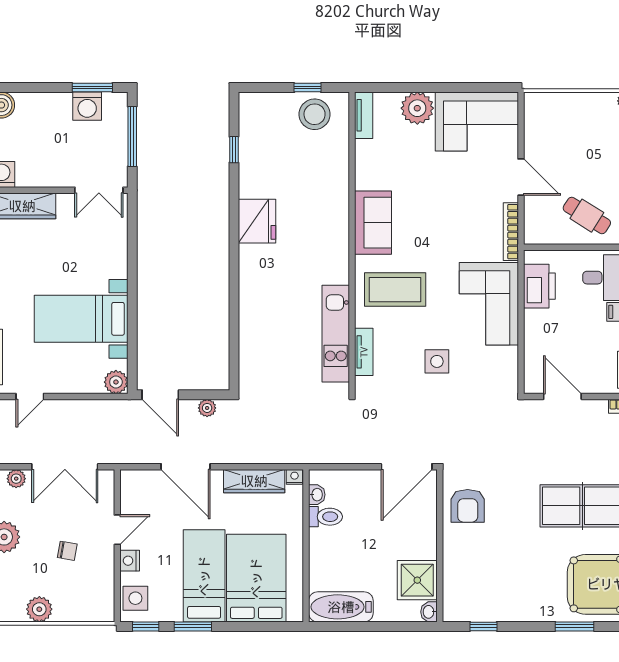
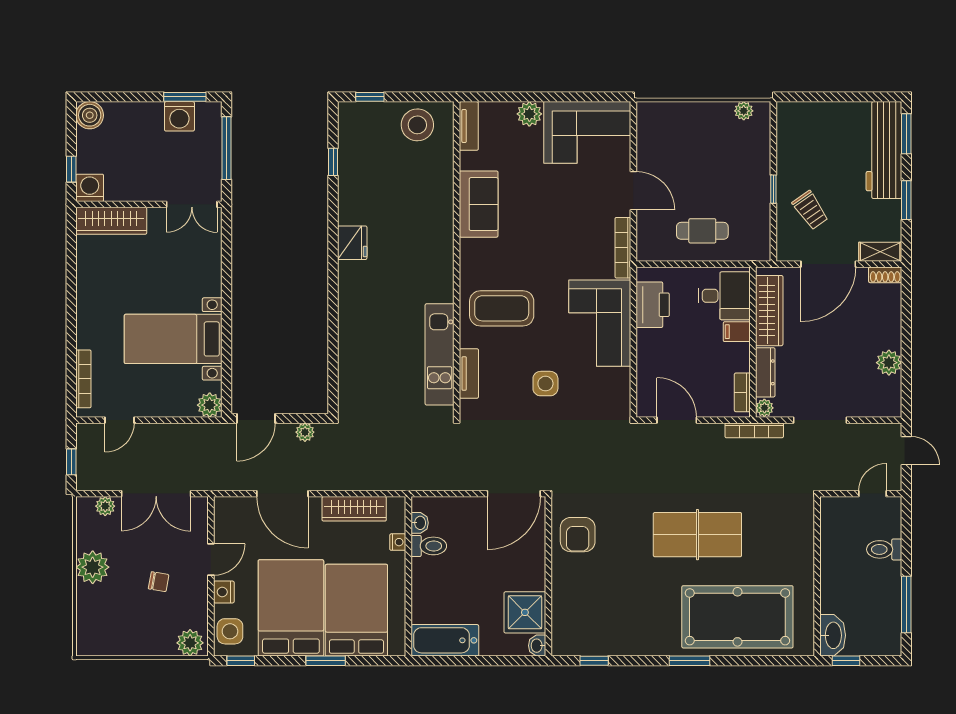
window: (308, 88) -> (370, 97), moved
plant: (417, 108) -> (529, 114), width x0.73, depth x0.73
cafe table: (587, 216) -> (702, 231), turned -32
fridge: (257, 221) -> (352, 243), width x0.73, depth x0.75
sofa: (373, 223) -> (479, 204), moved
door: (160, 395) -> (256, 418), hinge flipped
nightstand: (294, 477) -> (398, 542), moved, turned 90
bed: (204, 576) -> (291, 608), width x1.50
plant: (39, 609) -> (190, 643), moved
window: (193, 626) -> (326, 661), moved

